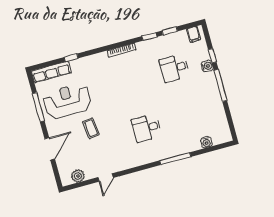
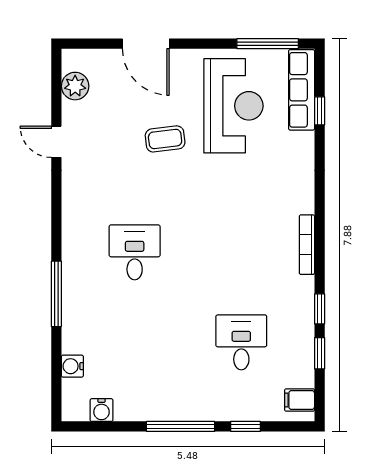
window: (71, 58) -> (320, 111), moved
water cooler: (207, 66) -> (102, 410), moved
window: (38, 107) -> (268, 44), moved

